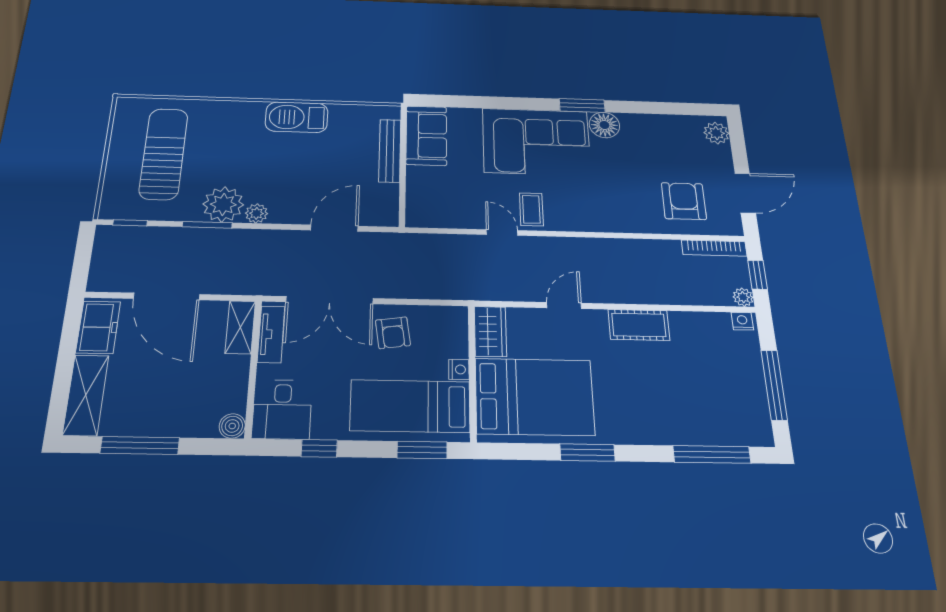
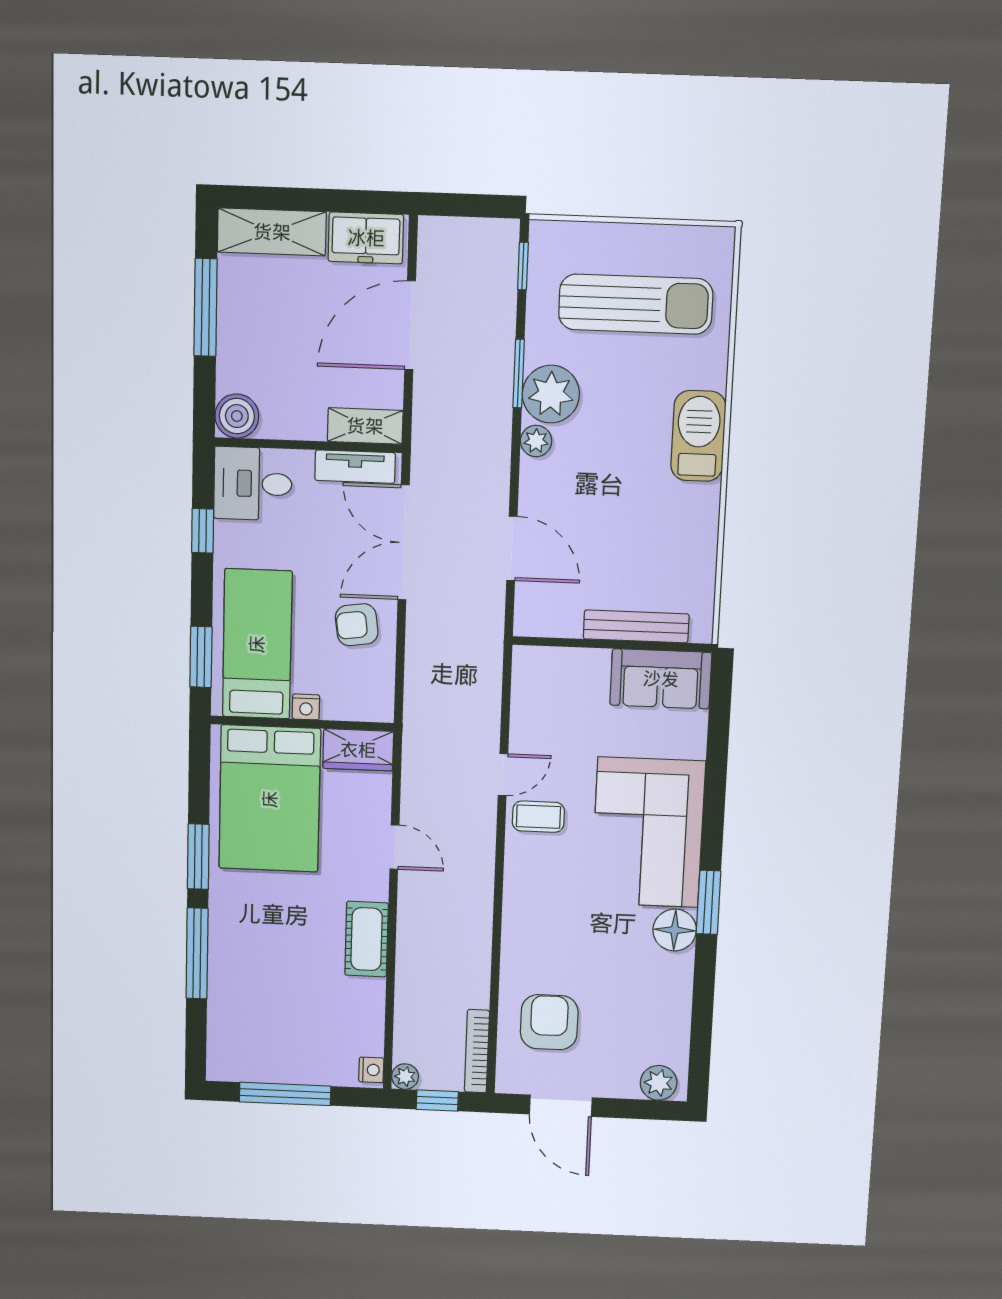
barbecue: (297, 117) -> (698, 436), moved
armchair: (684, 201) -> (549, 1022), turned -90
boiler: (232, 426) -> (237, 416), width x1.36, depth x1.36
window: (712, 454) -> (197, 953), moved

